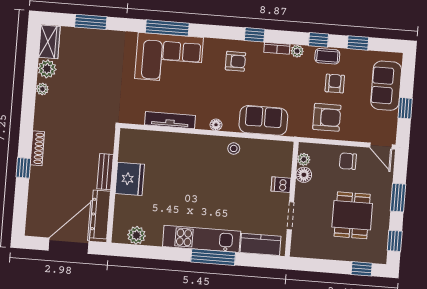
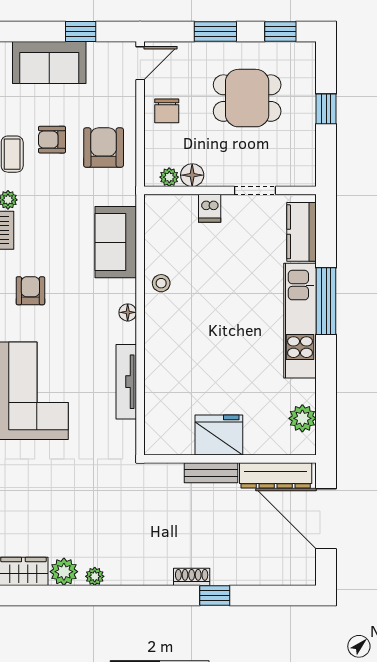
shoe rack: (37, 148) -> (192, 577), width x0.70
window: (362, 269) -> (326, 109), moved

